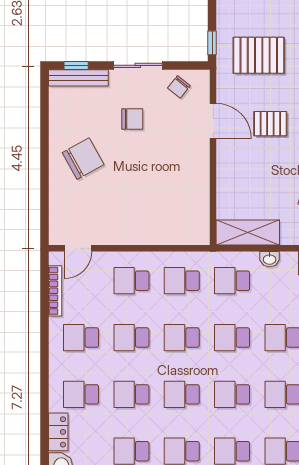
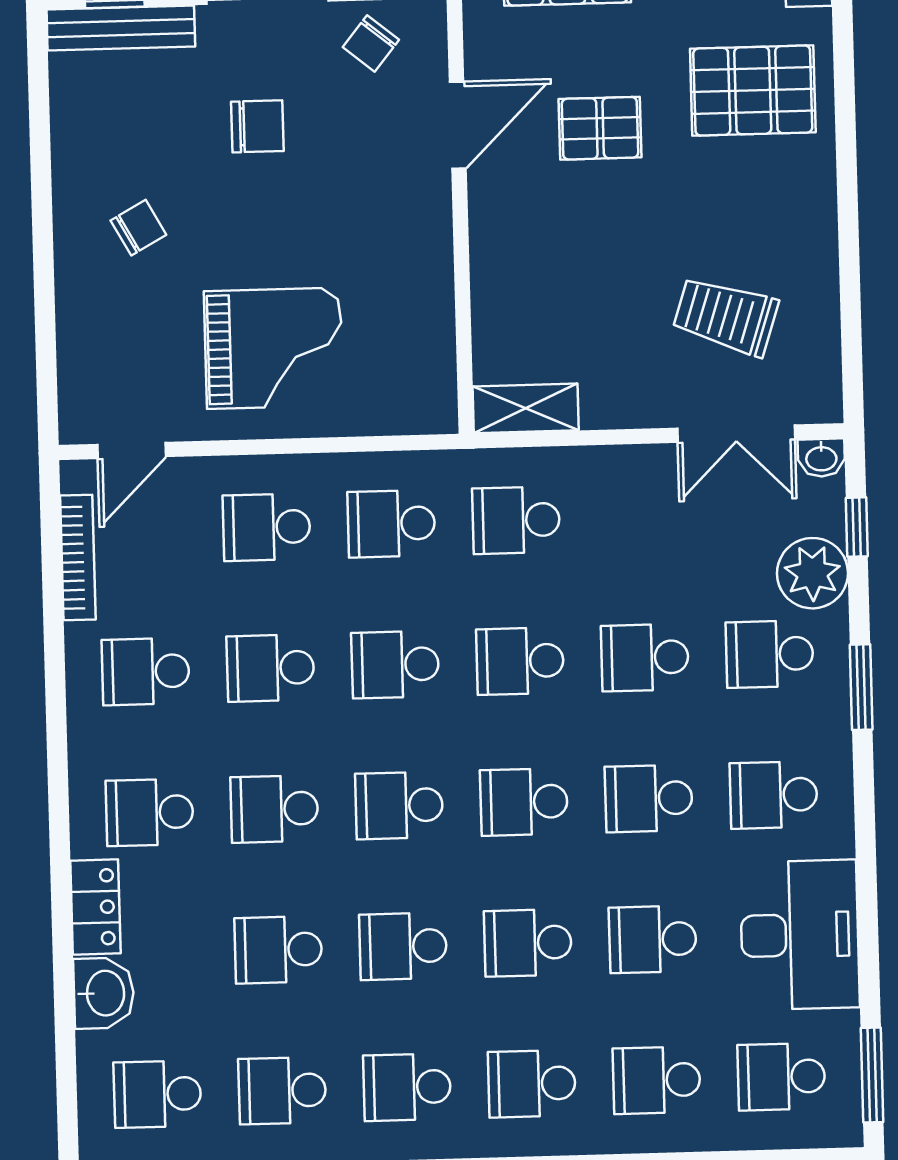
door: (213, 121) -> (458, 125), hinge flipped
chair: (83, 159) -> (138, 228), width x0.54, depth x0.54
grand piano: (136, 209) -> (274, 348), added
shelving: (248, 233) -> (526, 408), width x0.67, depth x0.75
washbasin: (270, 259) -> (607, 464), removed

